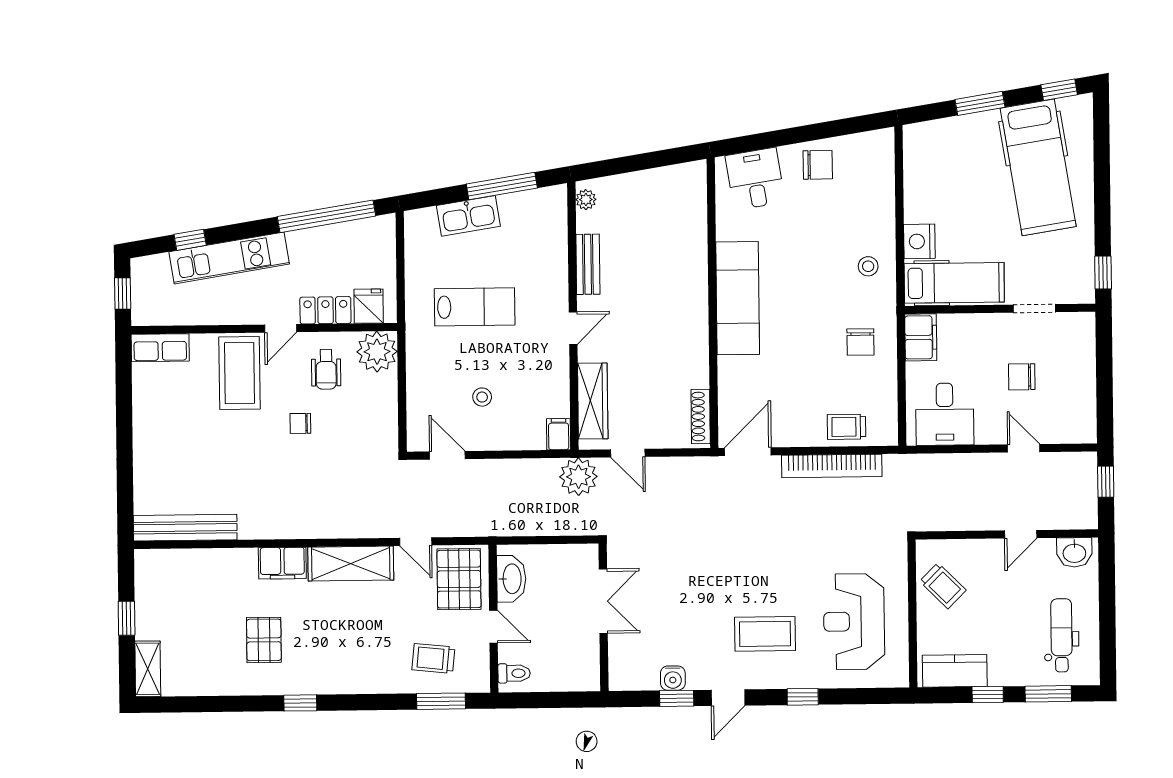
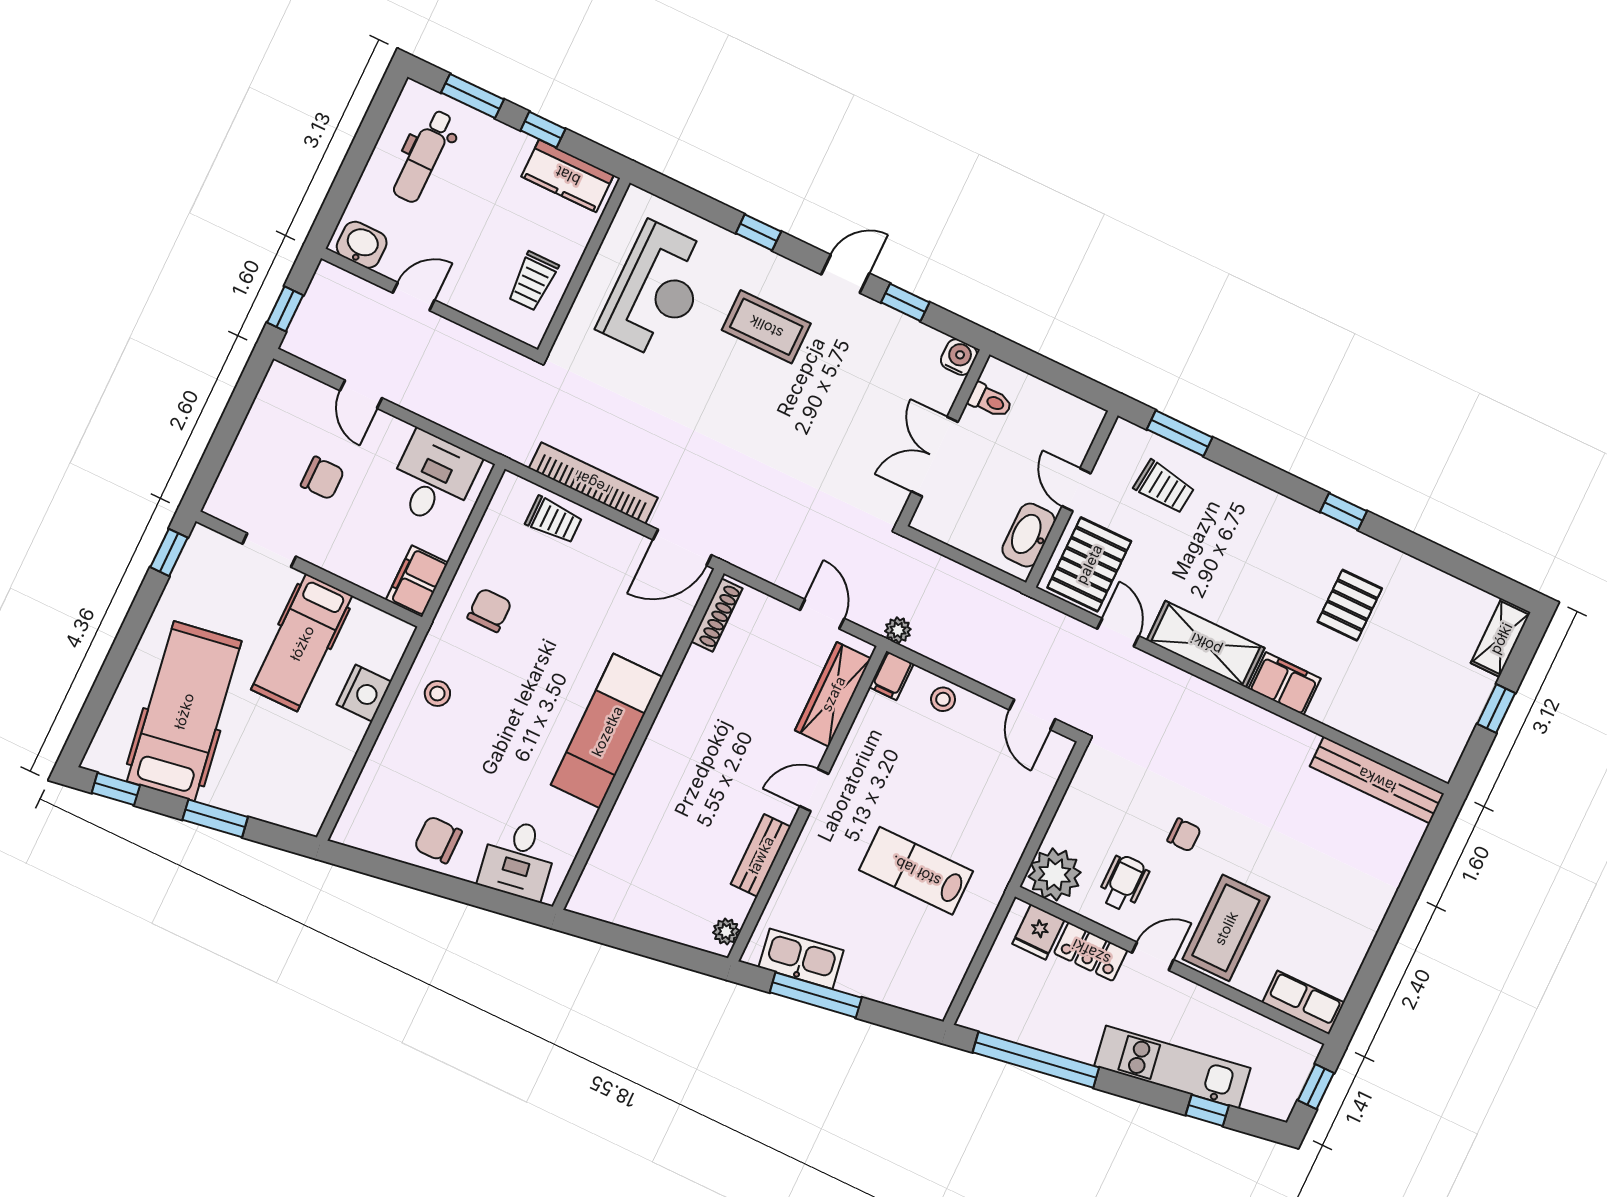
kitchen sink: (468, 216) -> (801, 959), moved
hospital bed: (954, 283) -> (302, 643), moved, turned -90
stool: (482, 397) -> (943, 699), moved
plant: (578, 477) -> (898, 630), width x0.53, depth x0.53
trolley: (943, 586) -> (533, 281), turned -135
toilet: (514, 673) -> (990, 401), moved, turned 180
water cooler: (673, 678) -> (959, 357), moved

